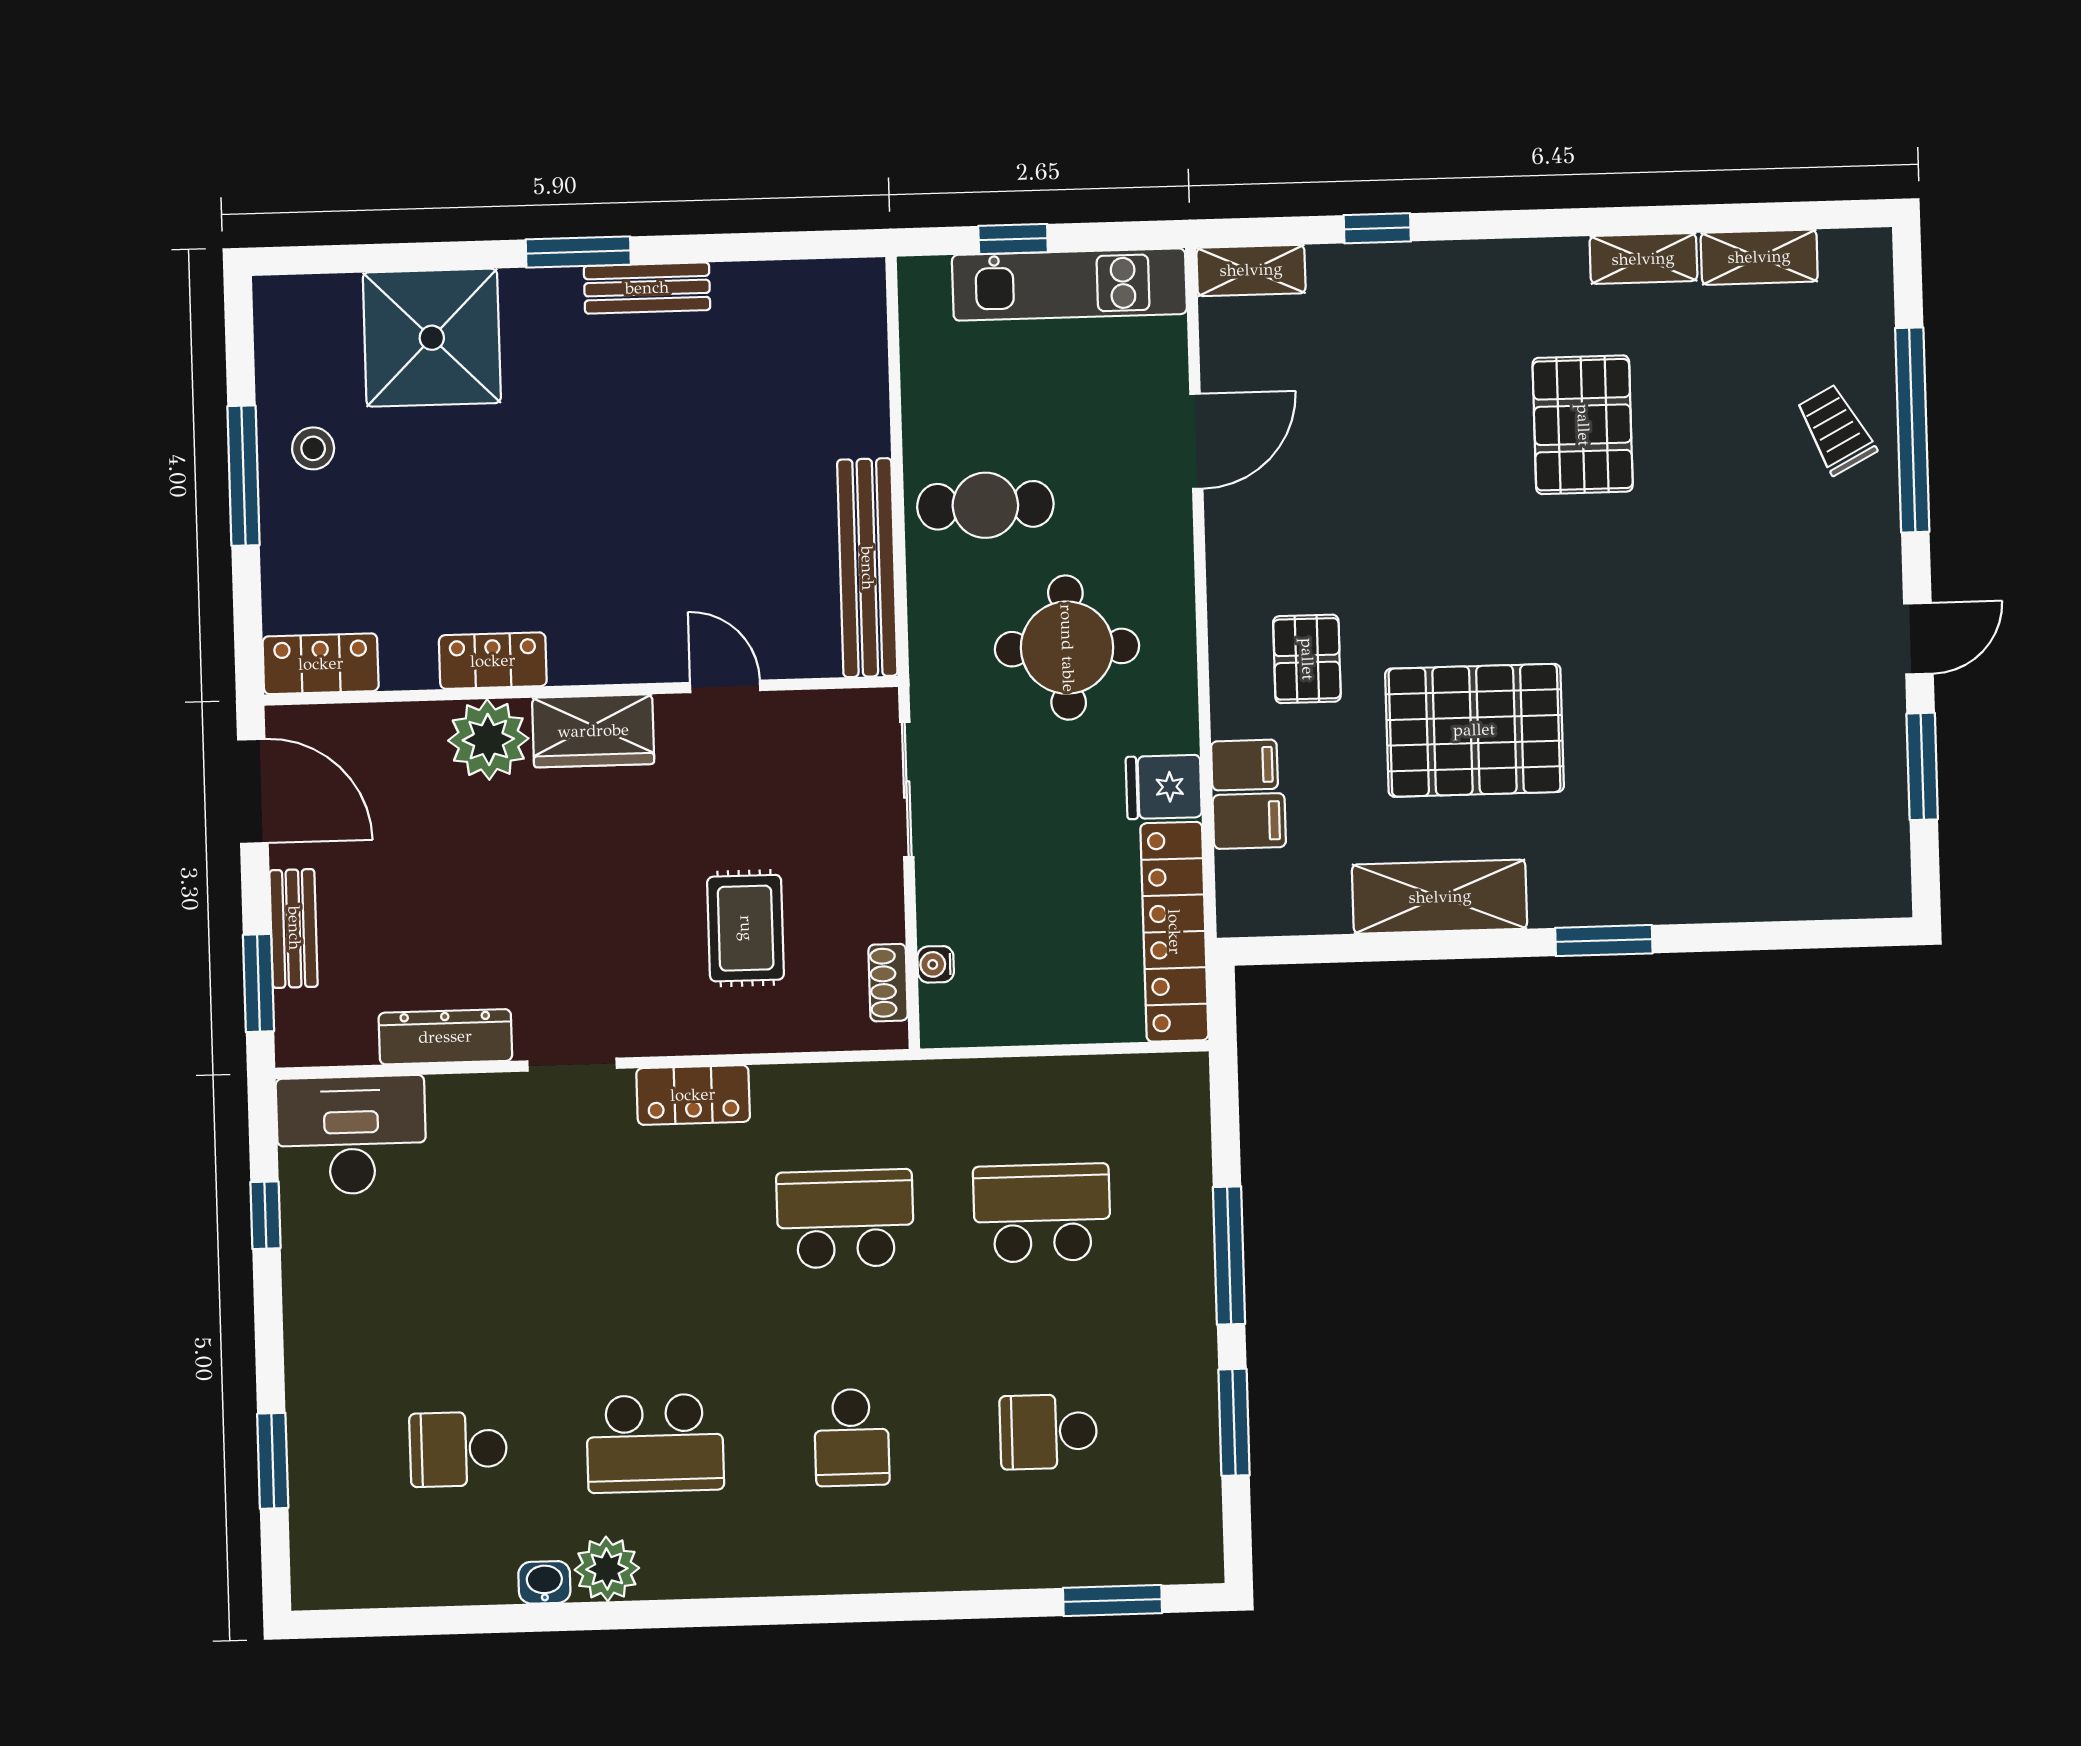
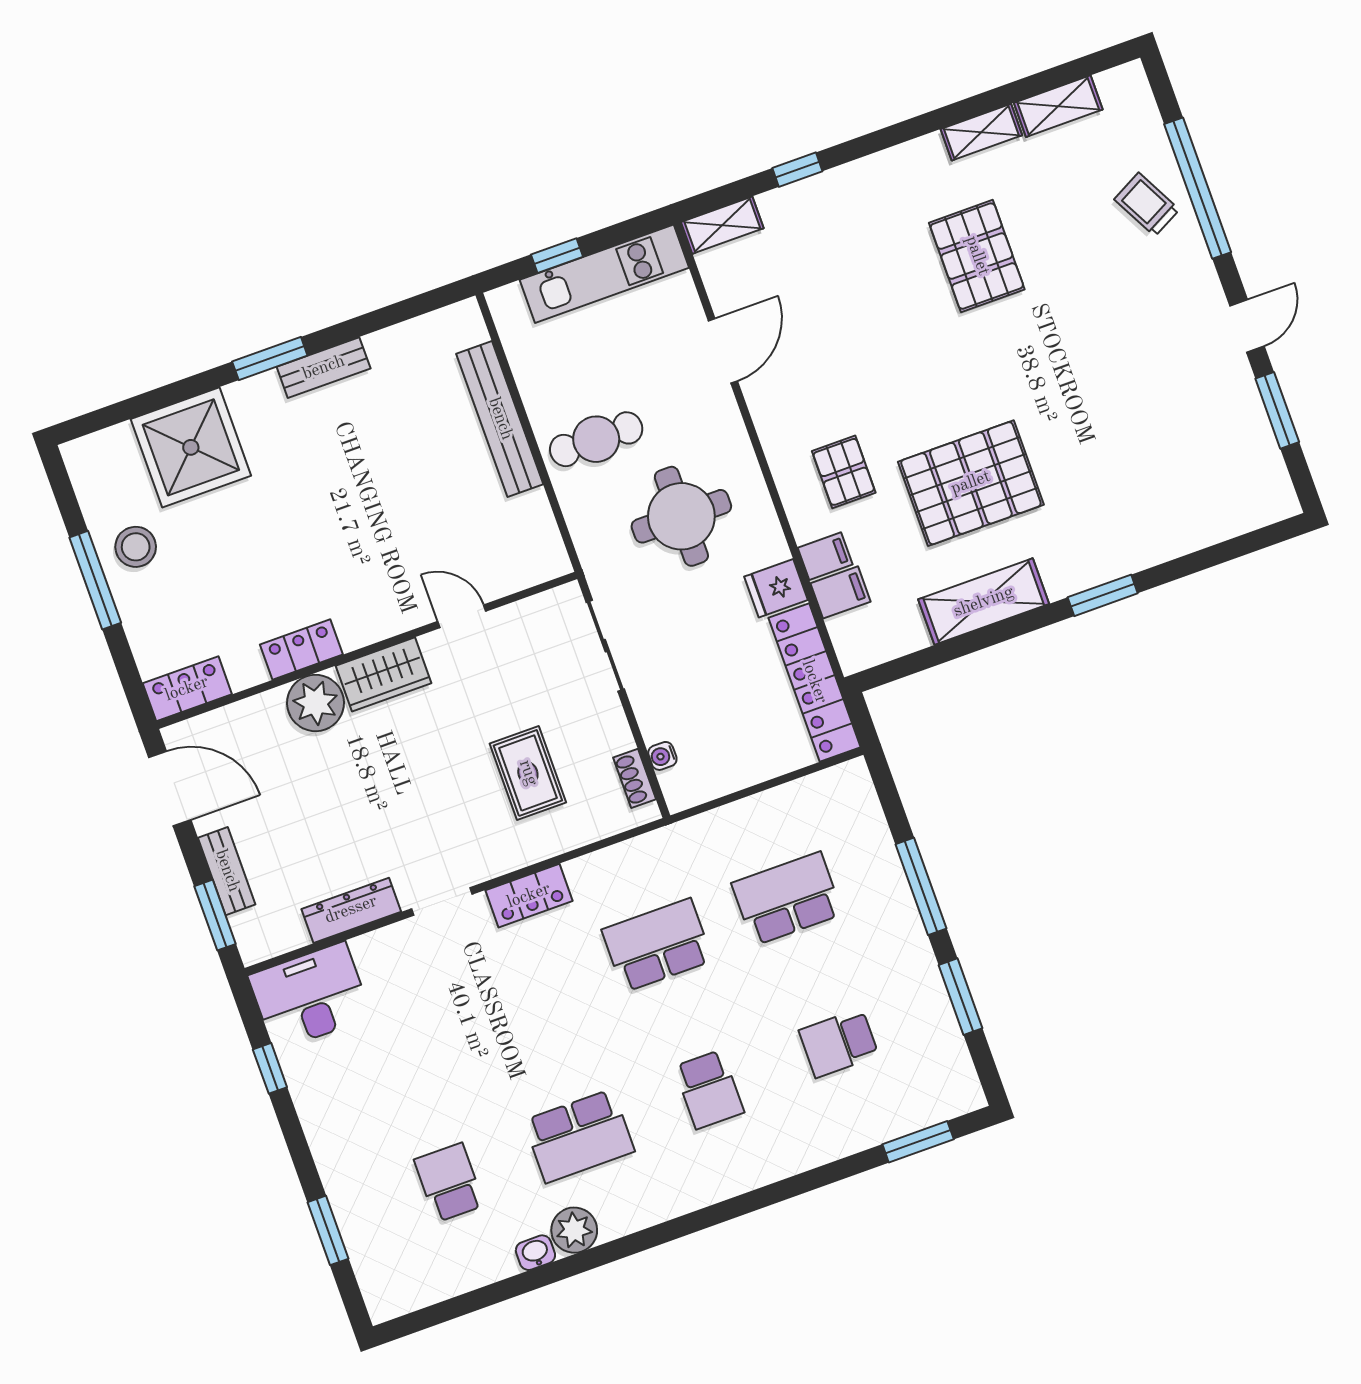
stool: (313, 448) -> (136, 547), width x1.37, depth x1.37
bench: (867, 568) -> (500, 419), moved
school desk: (458, 1449) -> (449, 1183), turned 90

